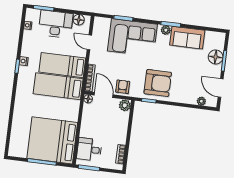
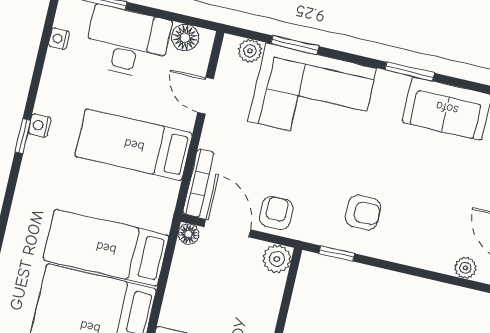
plant: (166, 30) -> (250, 51), moved
armchair: (158, 83) -> (363, 212), width x0.53, depth x0.53
bed: (58, 86) -> (106, 248), moved

